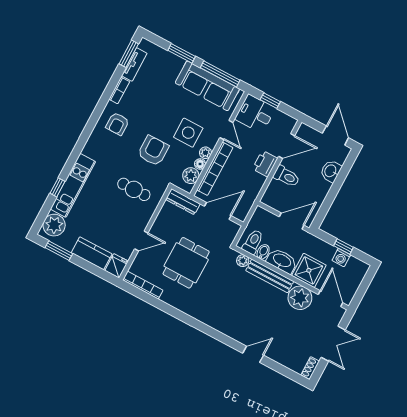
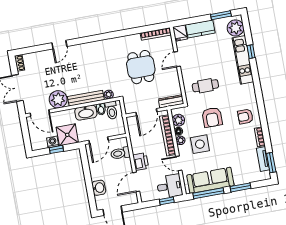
armchair: (117, 124) -> (245, 117), turned -90
toilet: (286, 176) -> (120, 153), moved
shower: (309, 270) -> (67, 135), moved

